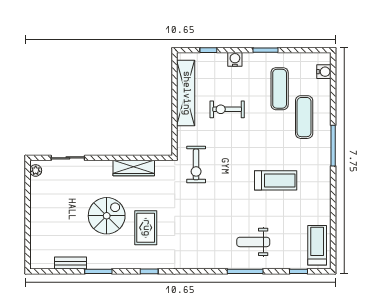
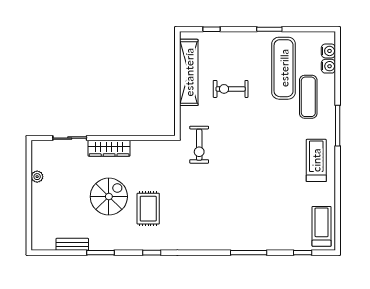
water cooler: (235, 59) -> (328, 66), moved, turned 90
exercise mat: (280, 89) -> (284, 68), width x1.36, depth x1.45
wardrobe: (134, 168) -> (109, 148), moved
plant: (36, 170) -> (37, 177), moved
treadmill: (276, 180) -> (316, 160), moved, turned -90
weight bench: (253, 242) -> (257, 223), removed

